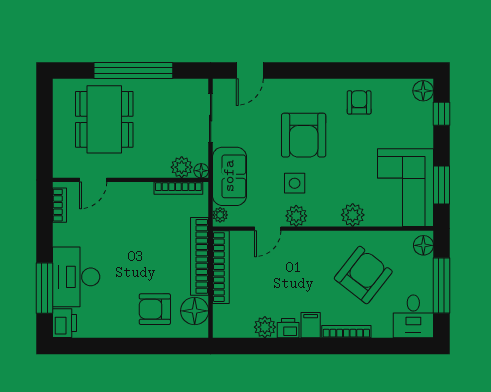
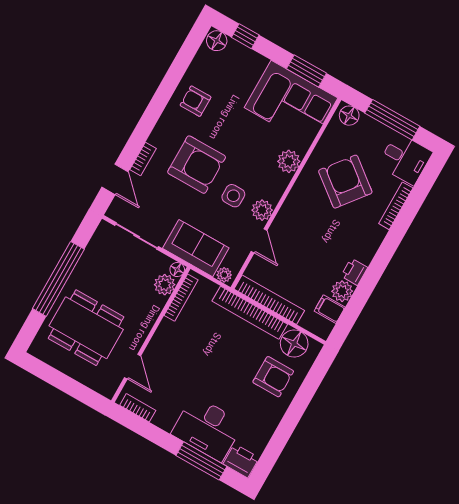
bookcase: (282, 85) -> (143, 159), added
armchair: (155, 309) -> (273, 377), turned -90
filing cabinet: (311, 325) -> (330, 309), moved
bookcase: (346, 332) -> (396, 206), moved

